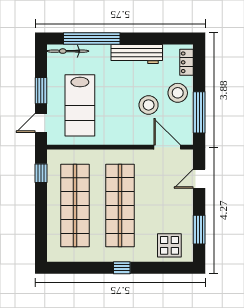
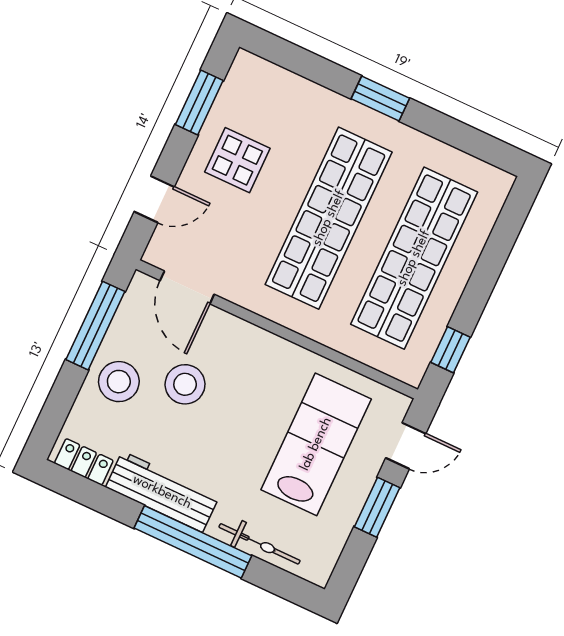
window: (92, 39) -> (193, 542), moved
bicycle: (68, 51) -> (260, 544), moved
locker: (187, 62) -> (84, 462), moved, turned -90
display table: (169, 245) -> (237, 160), moved
window: (122, 268) -> (380, 99), width x1.50

